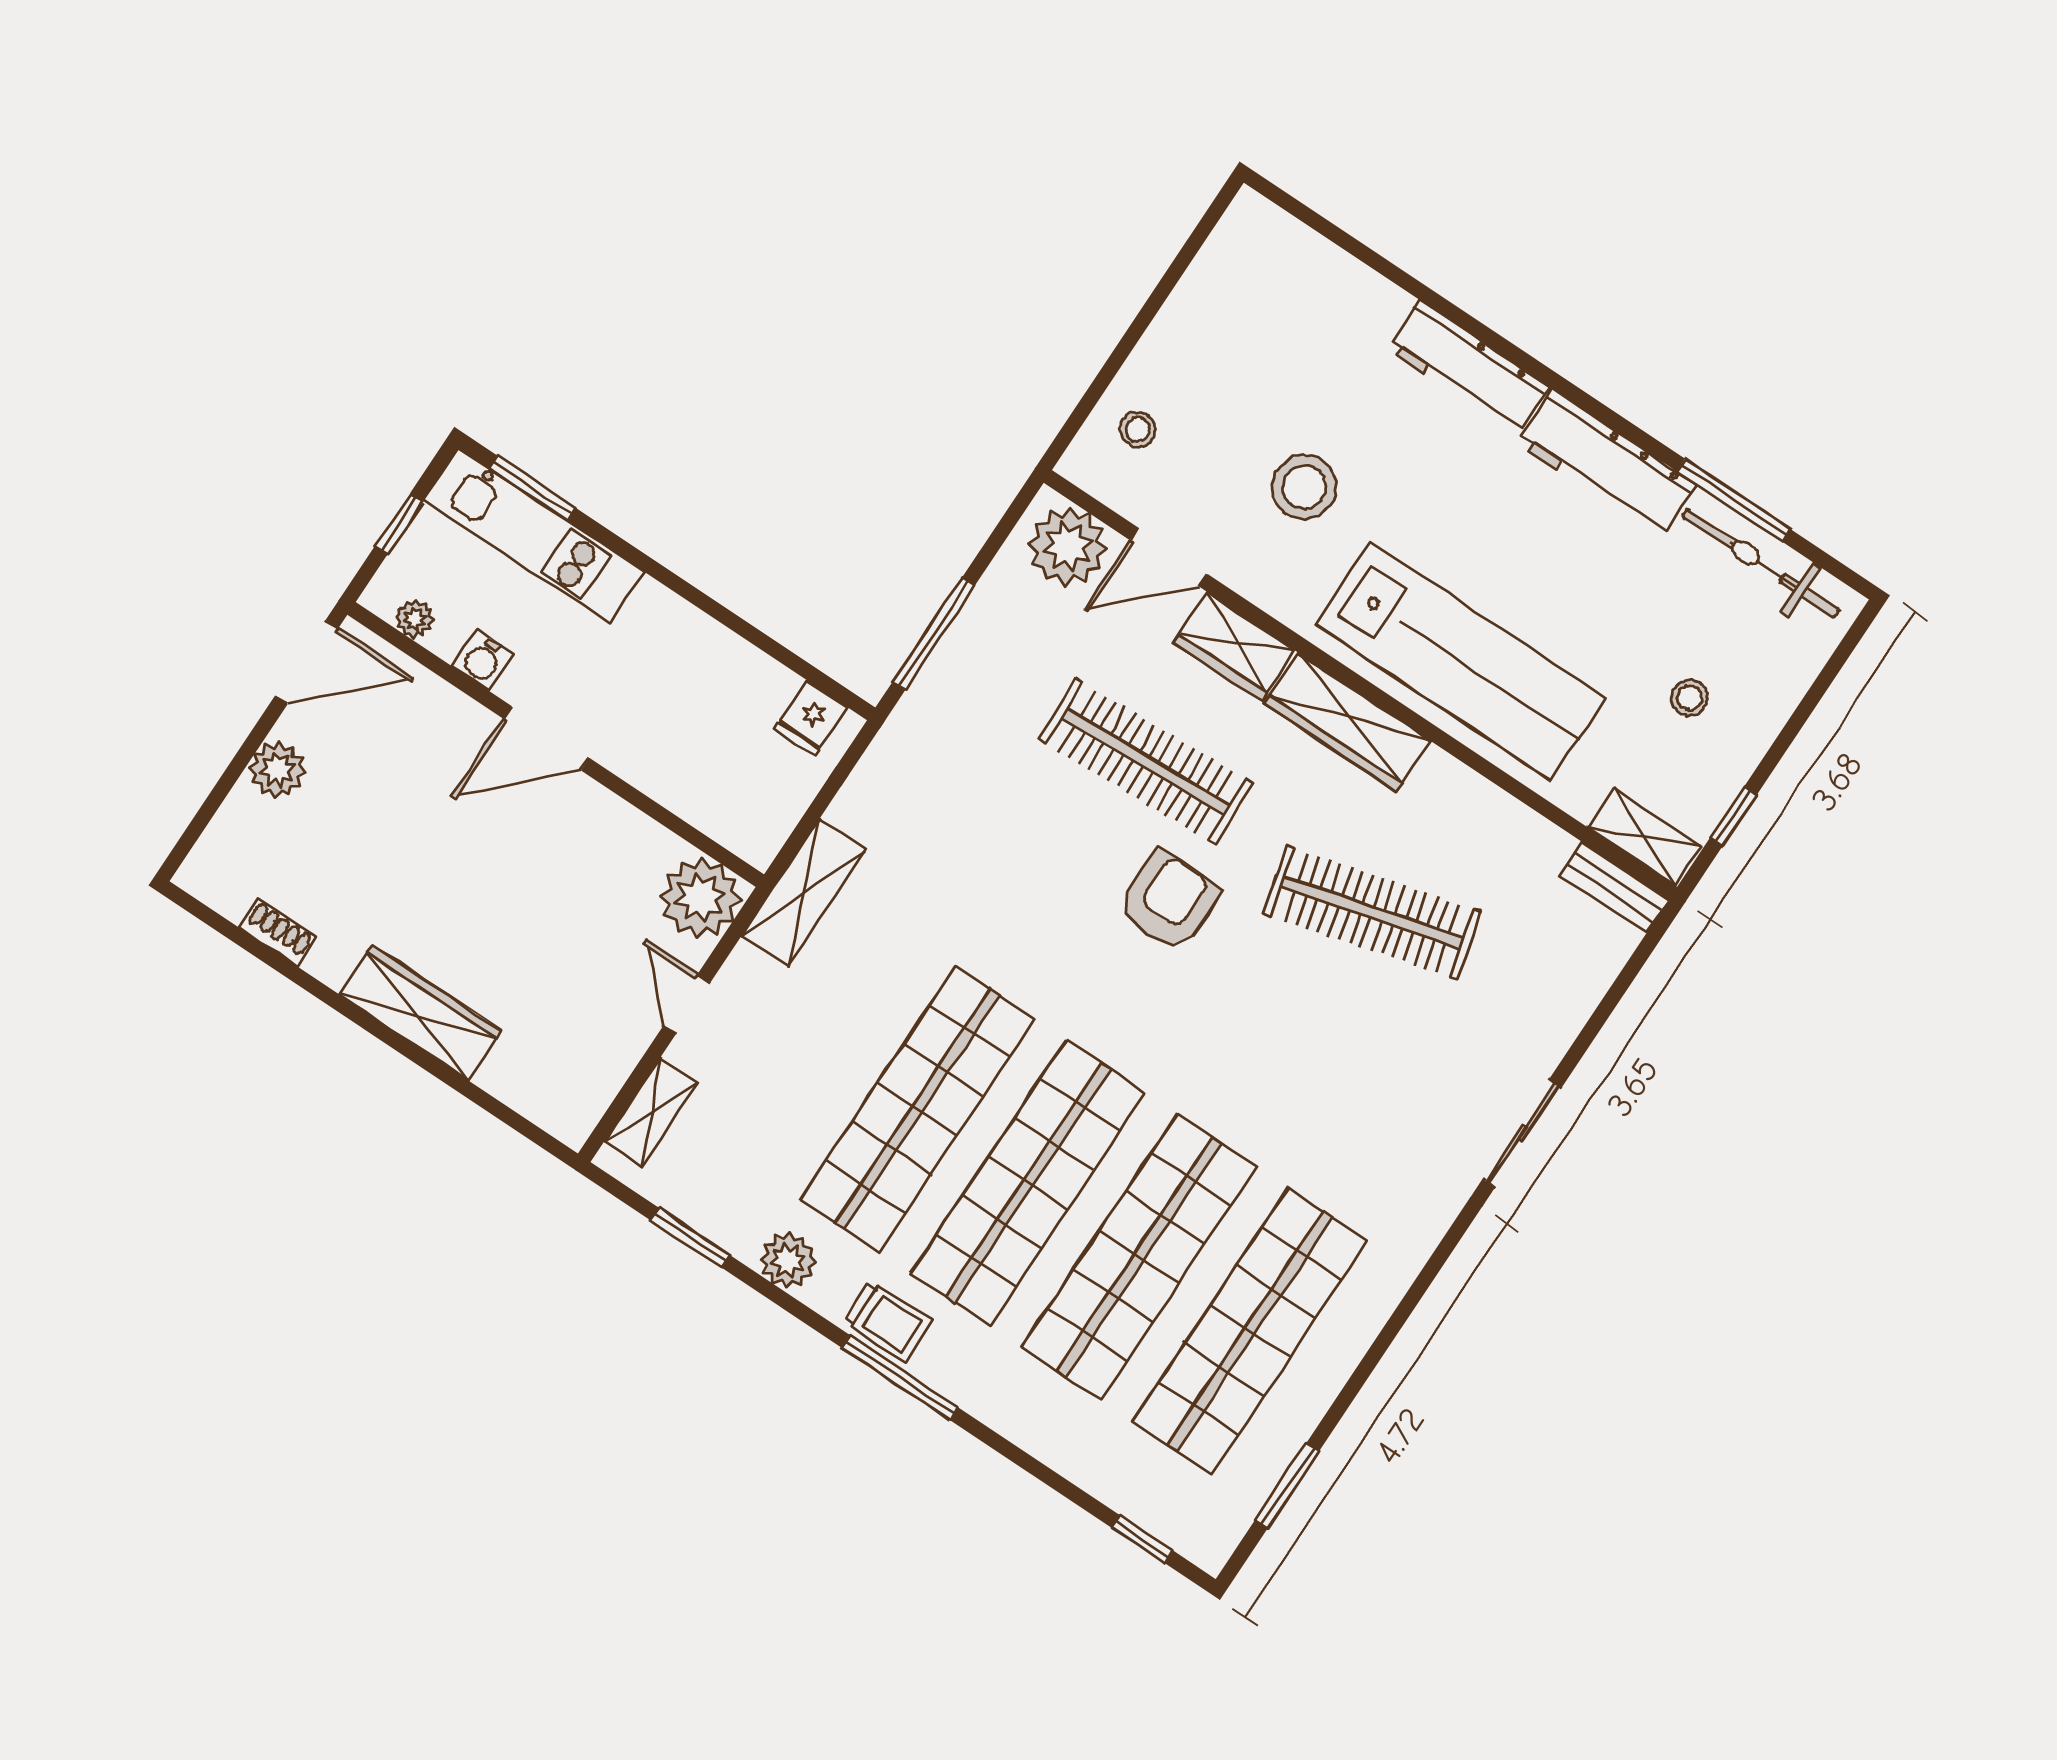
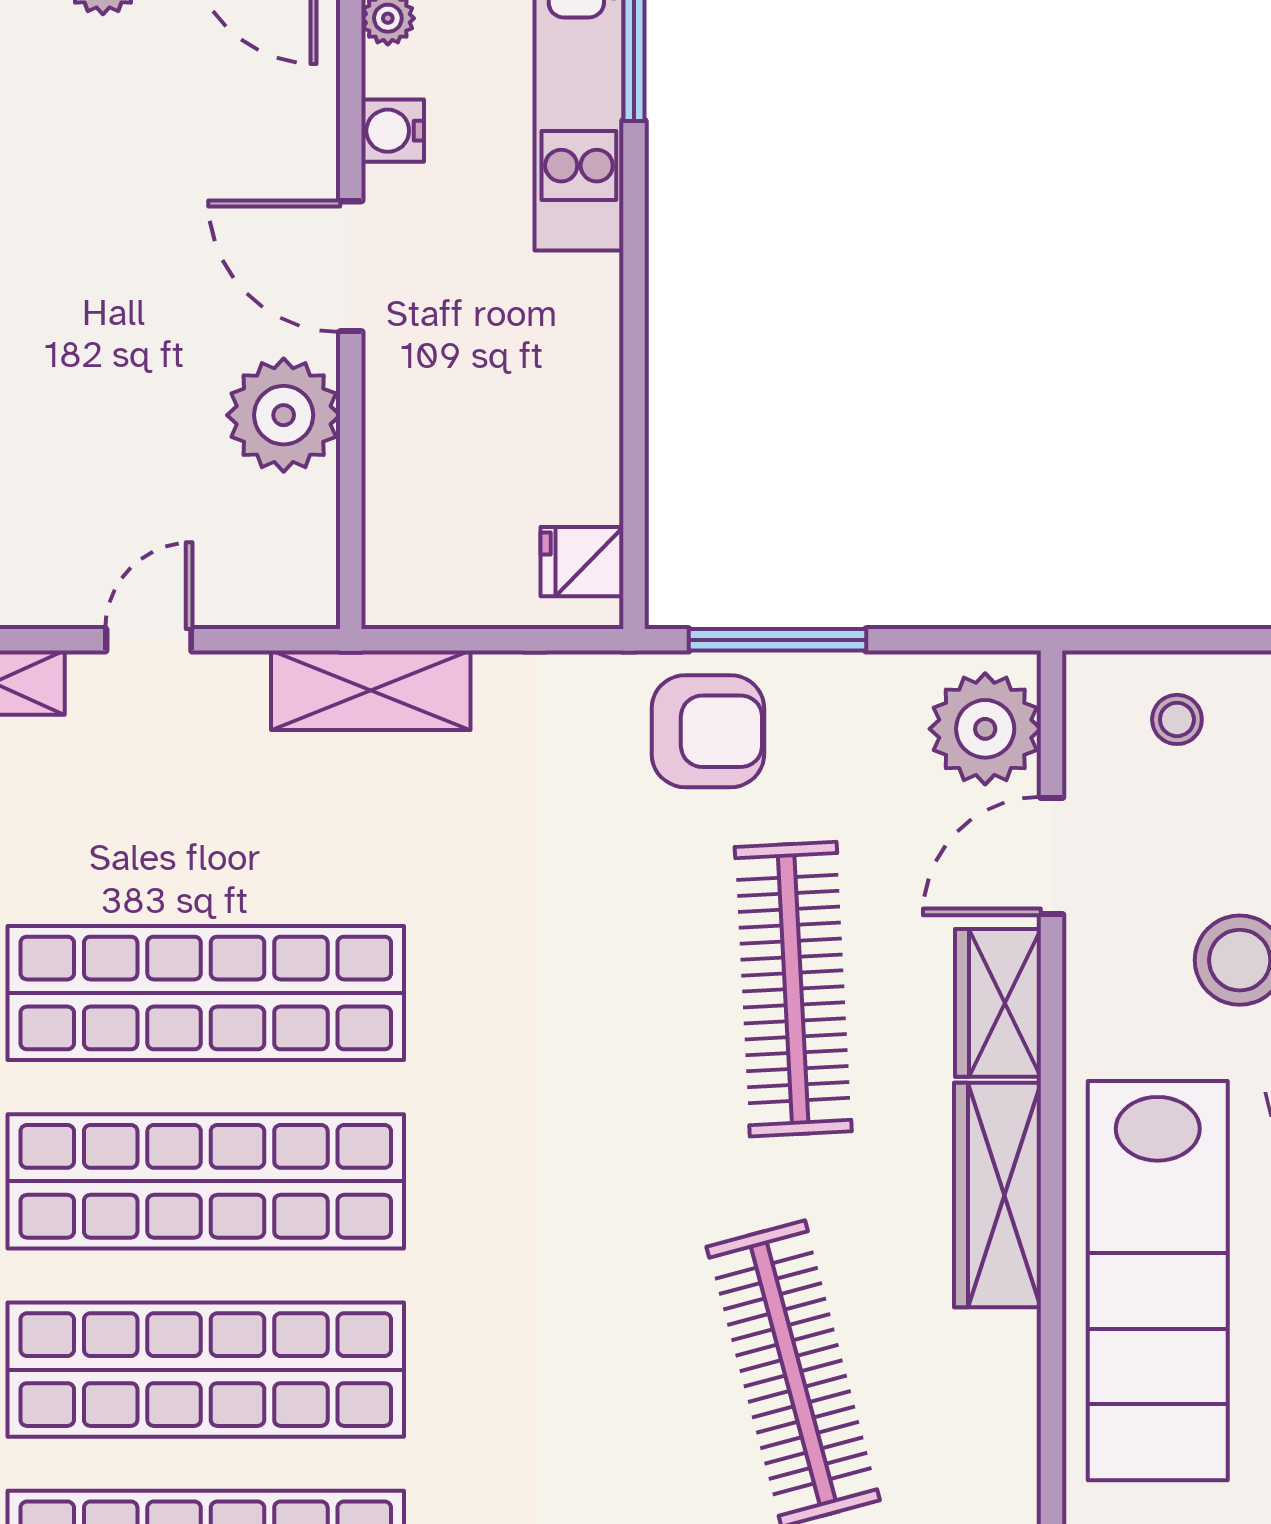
door: (1169, 557) -> (1052, 856), hinge flipped
plant: (700, 898) -> (284, 415), moved
armchair: (1169, 901) -> (708, 731), moved

